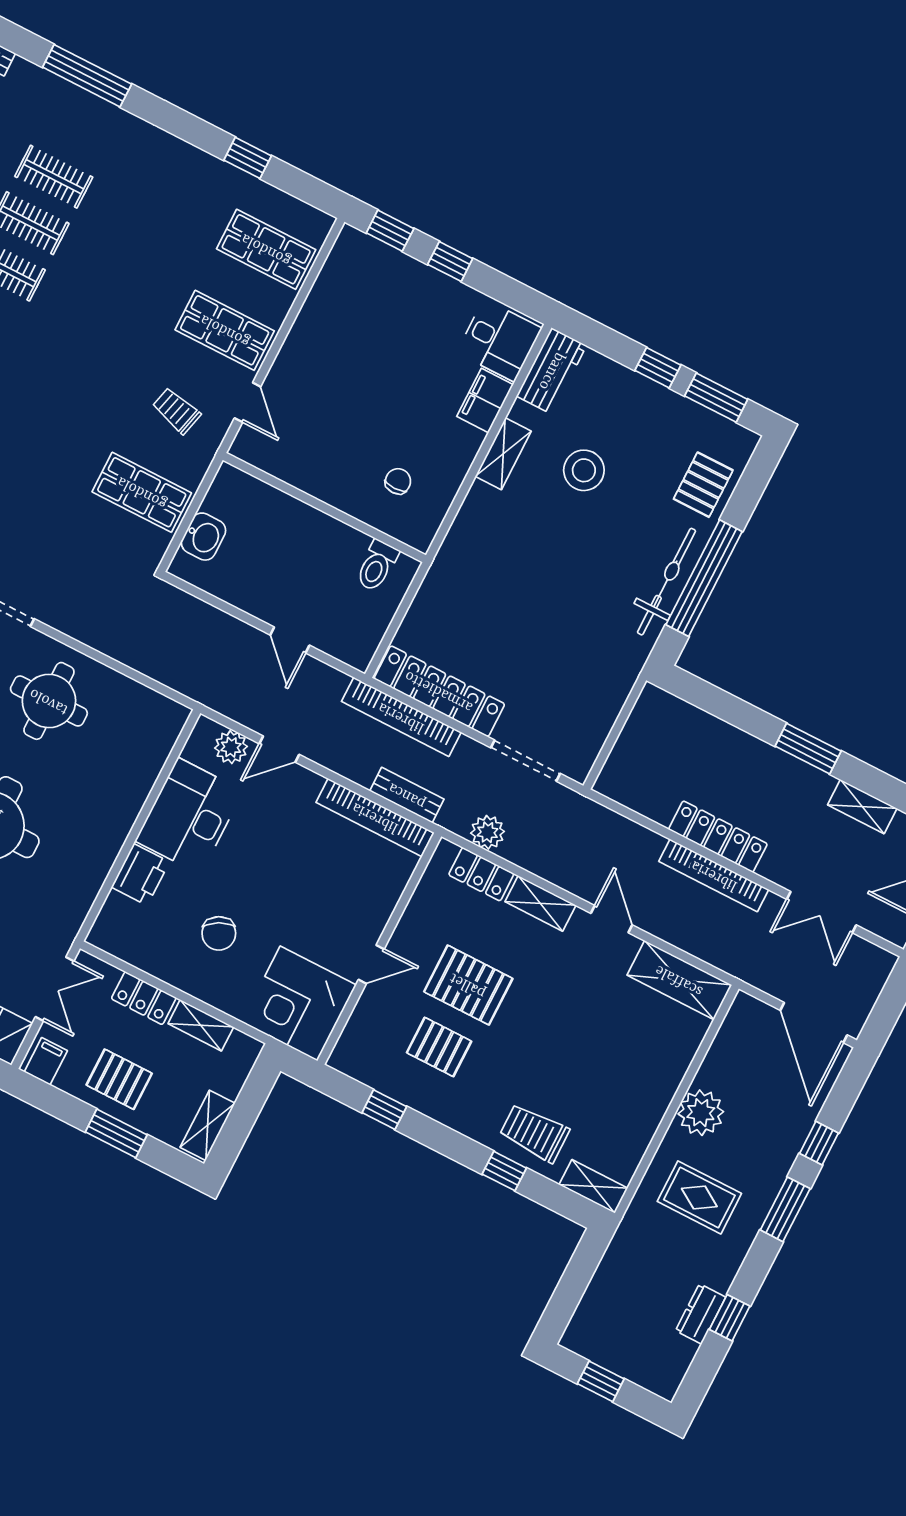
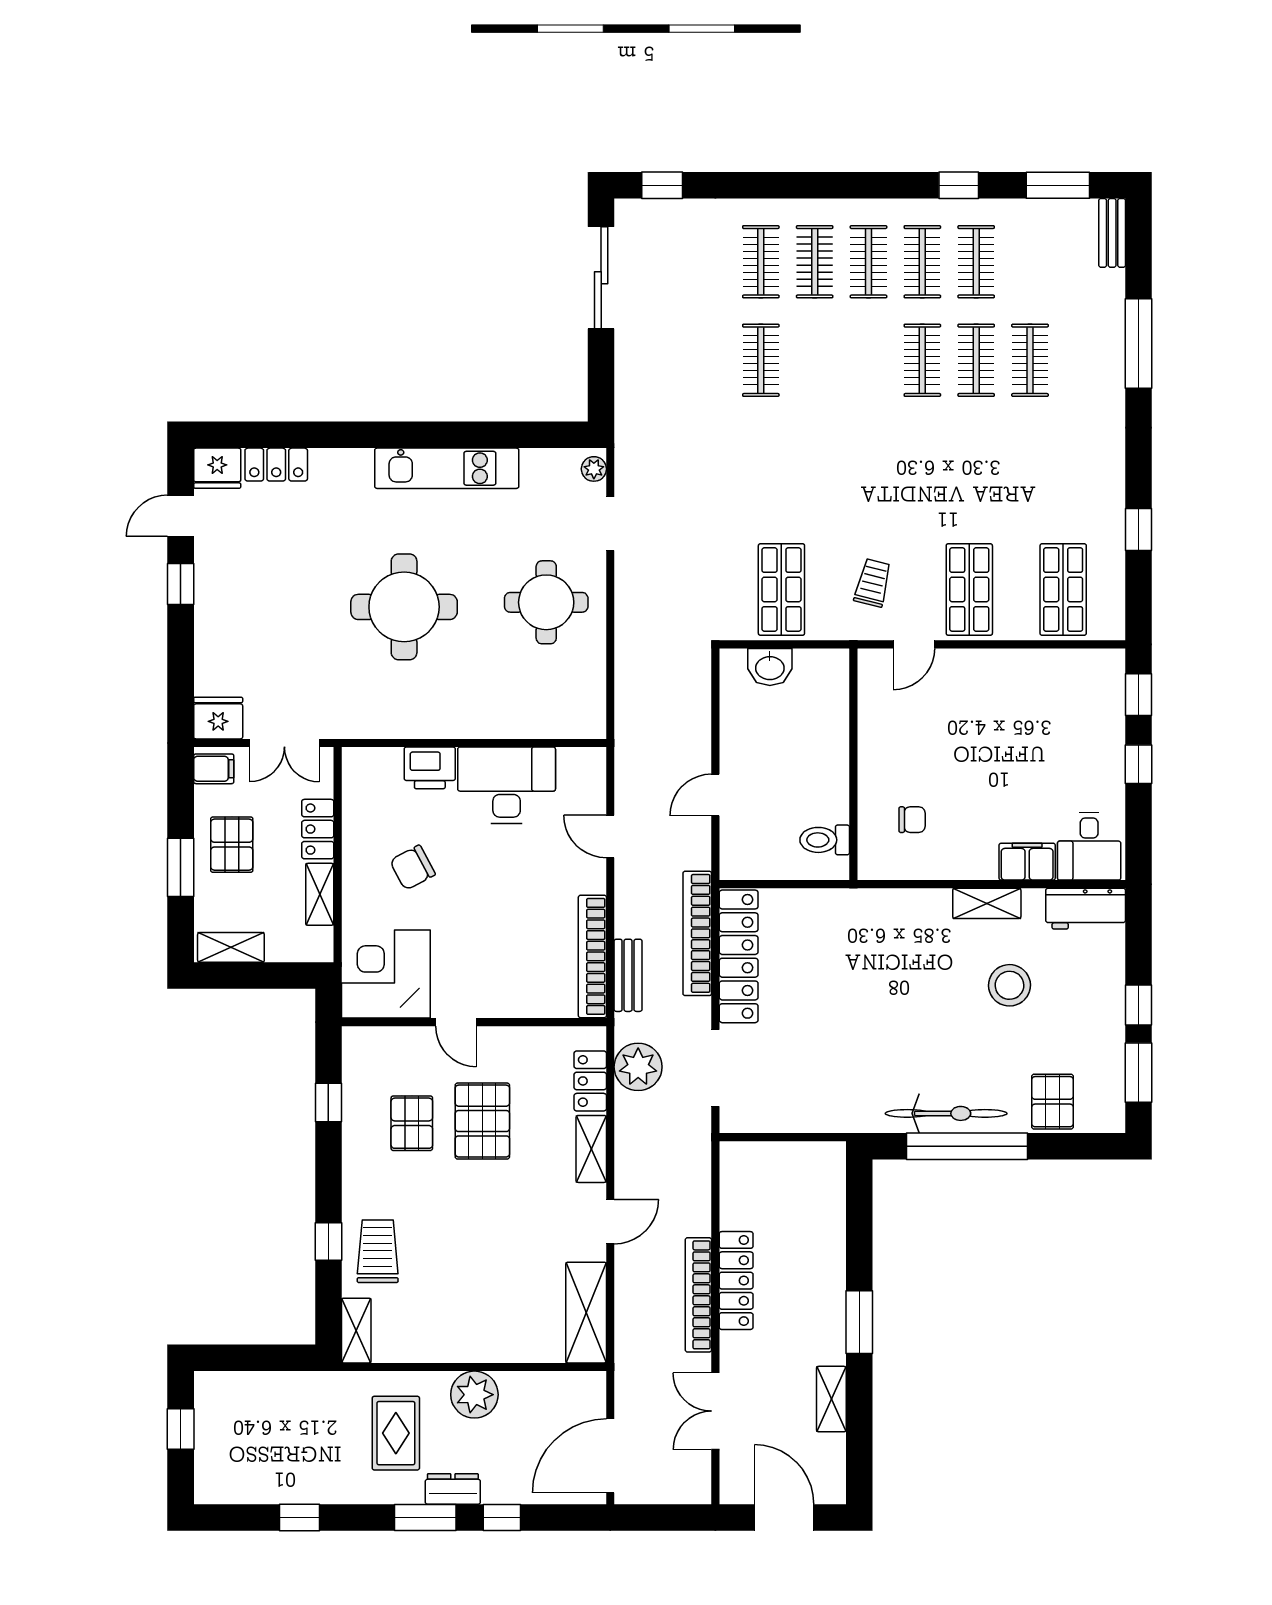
pallet: (703, 485) -> (1052, 1102), turned 90
plant: (231, 747) -> (589, 791), removed
plant: (488, 832) -> (638, 1067), width x1.36, depth x1.36
dresser: (701, 1314) -> (453, 1489), moved

